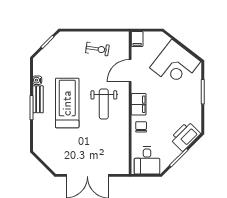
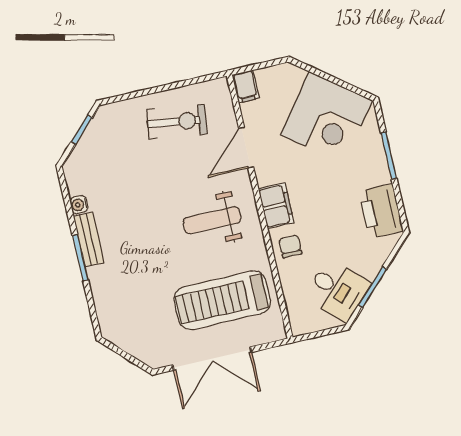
exercise bike: (97, 49) -> (177, 122), width x1.38, depth x1.39
treadmill: (67, 103) -> (222, 300), moved, turned -90
weight bench: (104, 104) -> (212, 220), turned 90
printer: (185, 136) -> (381, 211), moved, turned -45
desk: (147, 160) -> (338, 290), moved, turned -45

